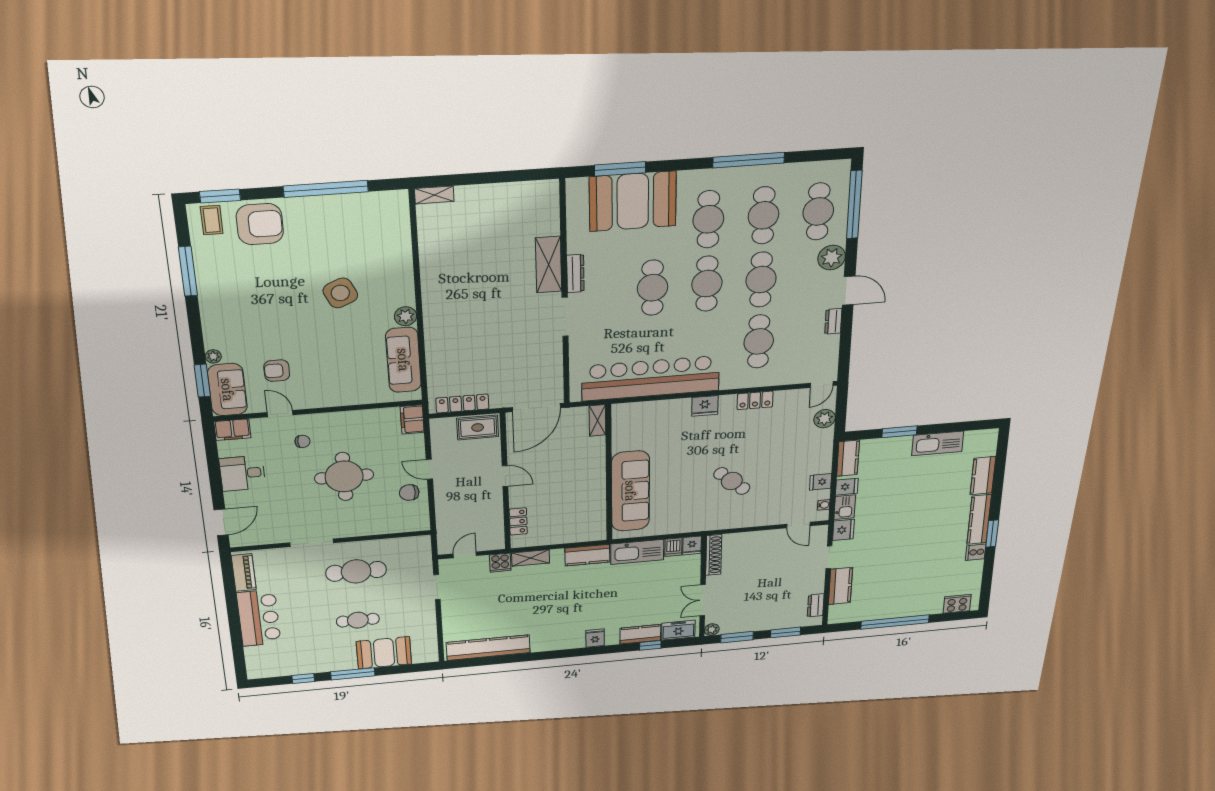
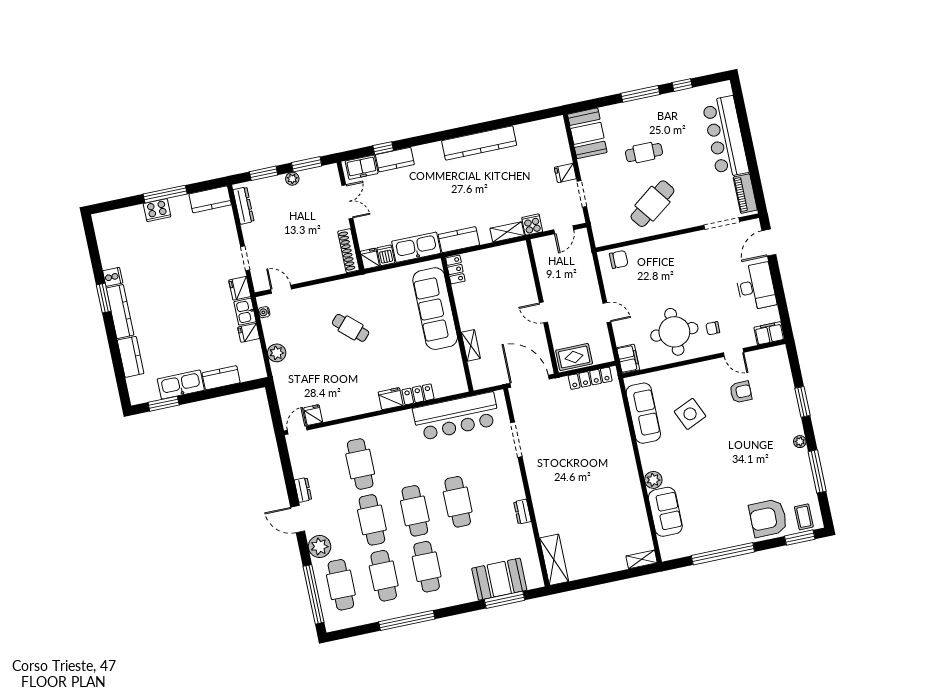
booth: (633, 201) -> (499, 579), width x0.73, depth x0.70
shelving: (549, 265) -> (554, 560), moved
dresser: (575, 273) -> (522, 512), width x0.70
side table: (340, 293) -> (690, 414), moved
plant: (406, 316) -> (653, 480), moved
doorway: (565, 317) -> (516, 440), moved
plant: (213, 356) -> (800, 442), moved
bar counter: (651, 378) -> (456, 416), width x0.73
window: (202, 381) -> (802, 402), moved
sofa: (227, 390) -> (665, 512), moved, turned 180
locker: (755, 400) -> (418, 394), moved
door: (536, 408) -> (530, 381), hinge flipped
plant: (825, 419) -> (277, 353), moved
shelving: (598, 420) -> (471, 345), moved
window: (899, 432) -> (164, 404), moved
kitchen counter: (848, 458) -> (221, 378), moved, turned 90
desk: (242, 473) -> (756, 287), width x1.37
round table: (344, 477) -> (674, 332), moved
fridge: (821, 482) -> (313, 415), moved, turned -90
chair: (409, 493) -> (619, 259), moved
locker: (518, 521) -> (455, 270), moved, turned 180
doorway: (312, 543) -> (722, 223), moved
cafe table: (356, 571) -> (652, 204), turned -37
kitchen counter: (840, 586) -> (210, 199), moved, turned -90
cooker: (957, 604) -> (157, 210), moved
dresser: (816, 605) -> (243, 206), width x1.44
bar counter: (259, 618) -> (725, 137), width x1.36
window: (895, 622) -> (165, 194), width x0.68
plant: (712, 630) -> (292, 179), moved
fridge: (595, 638) -> (565, 173), moved, turned 90
kitchen counter: (488, 648) -> (479, 143), moved
booth: (384, 653) -> (587, 133), moved, turned 90

